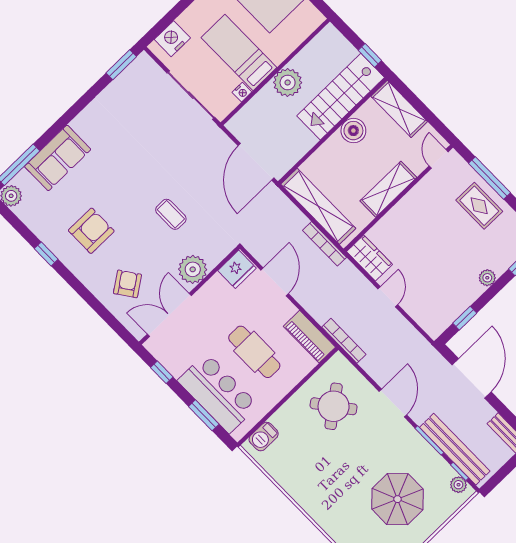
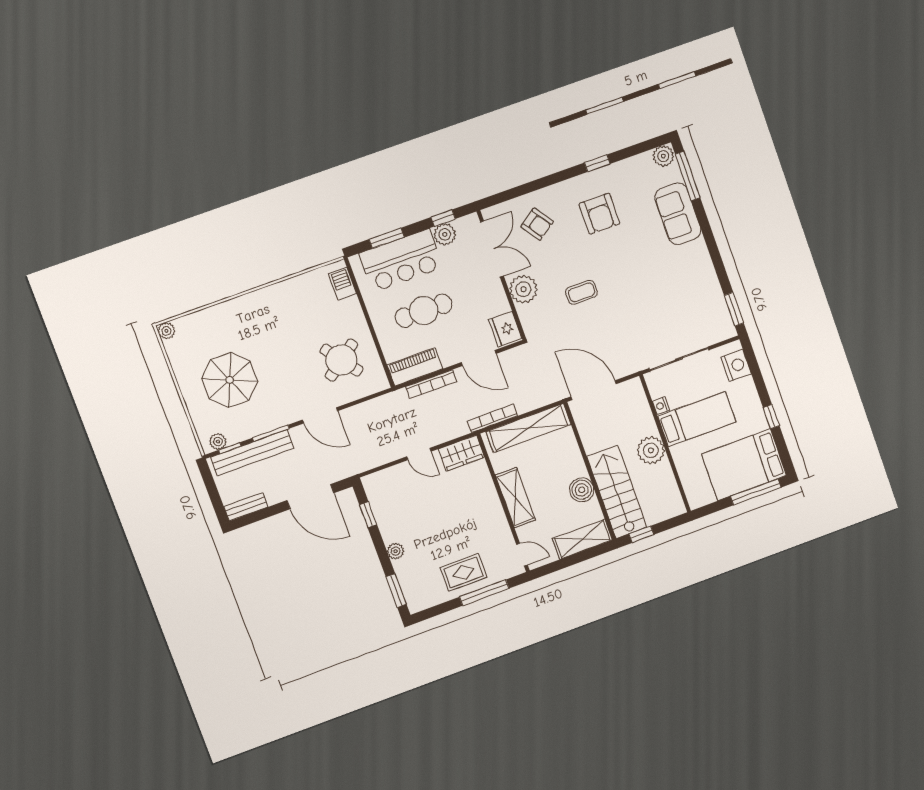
bookcase: (344, 341) -> (431, 384), moved
plant: (176, 364) -> (445, 234), added

